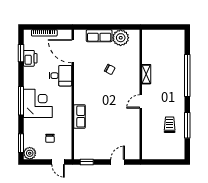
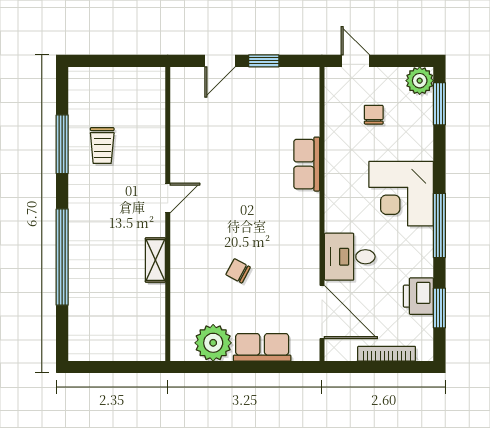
window: (21, 101) -> (439, 225), moved
window: (87, 162) -> (264, 61), moved

